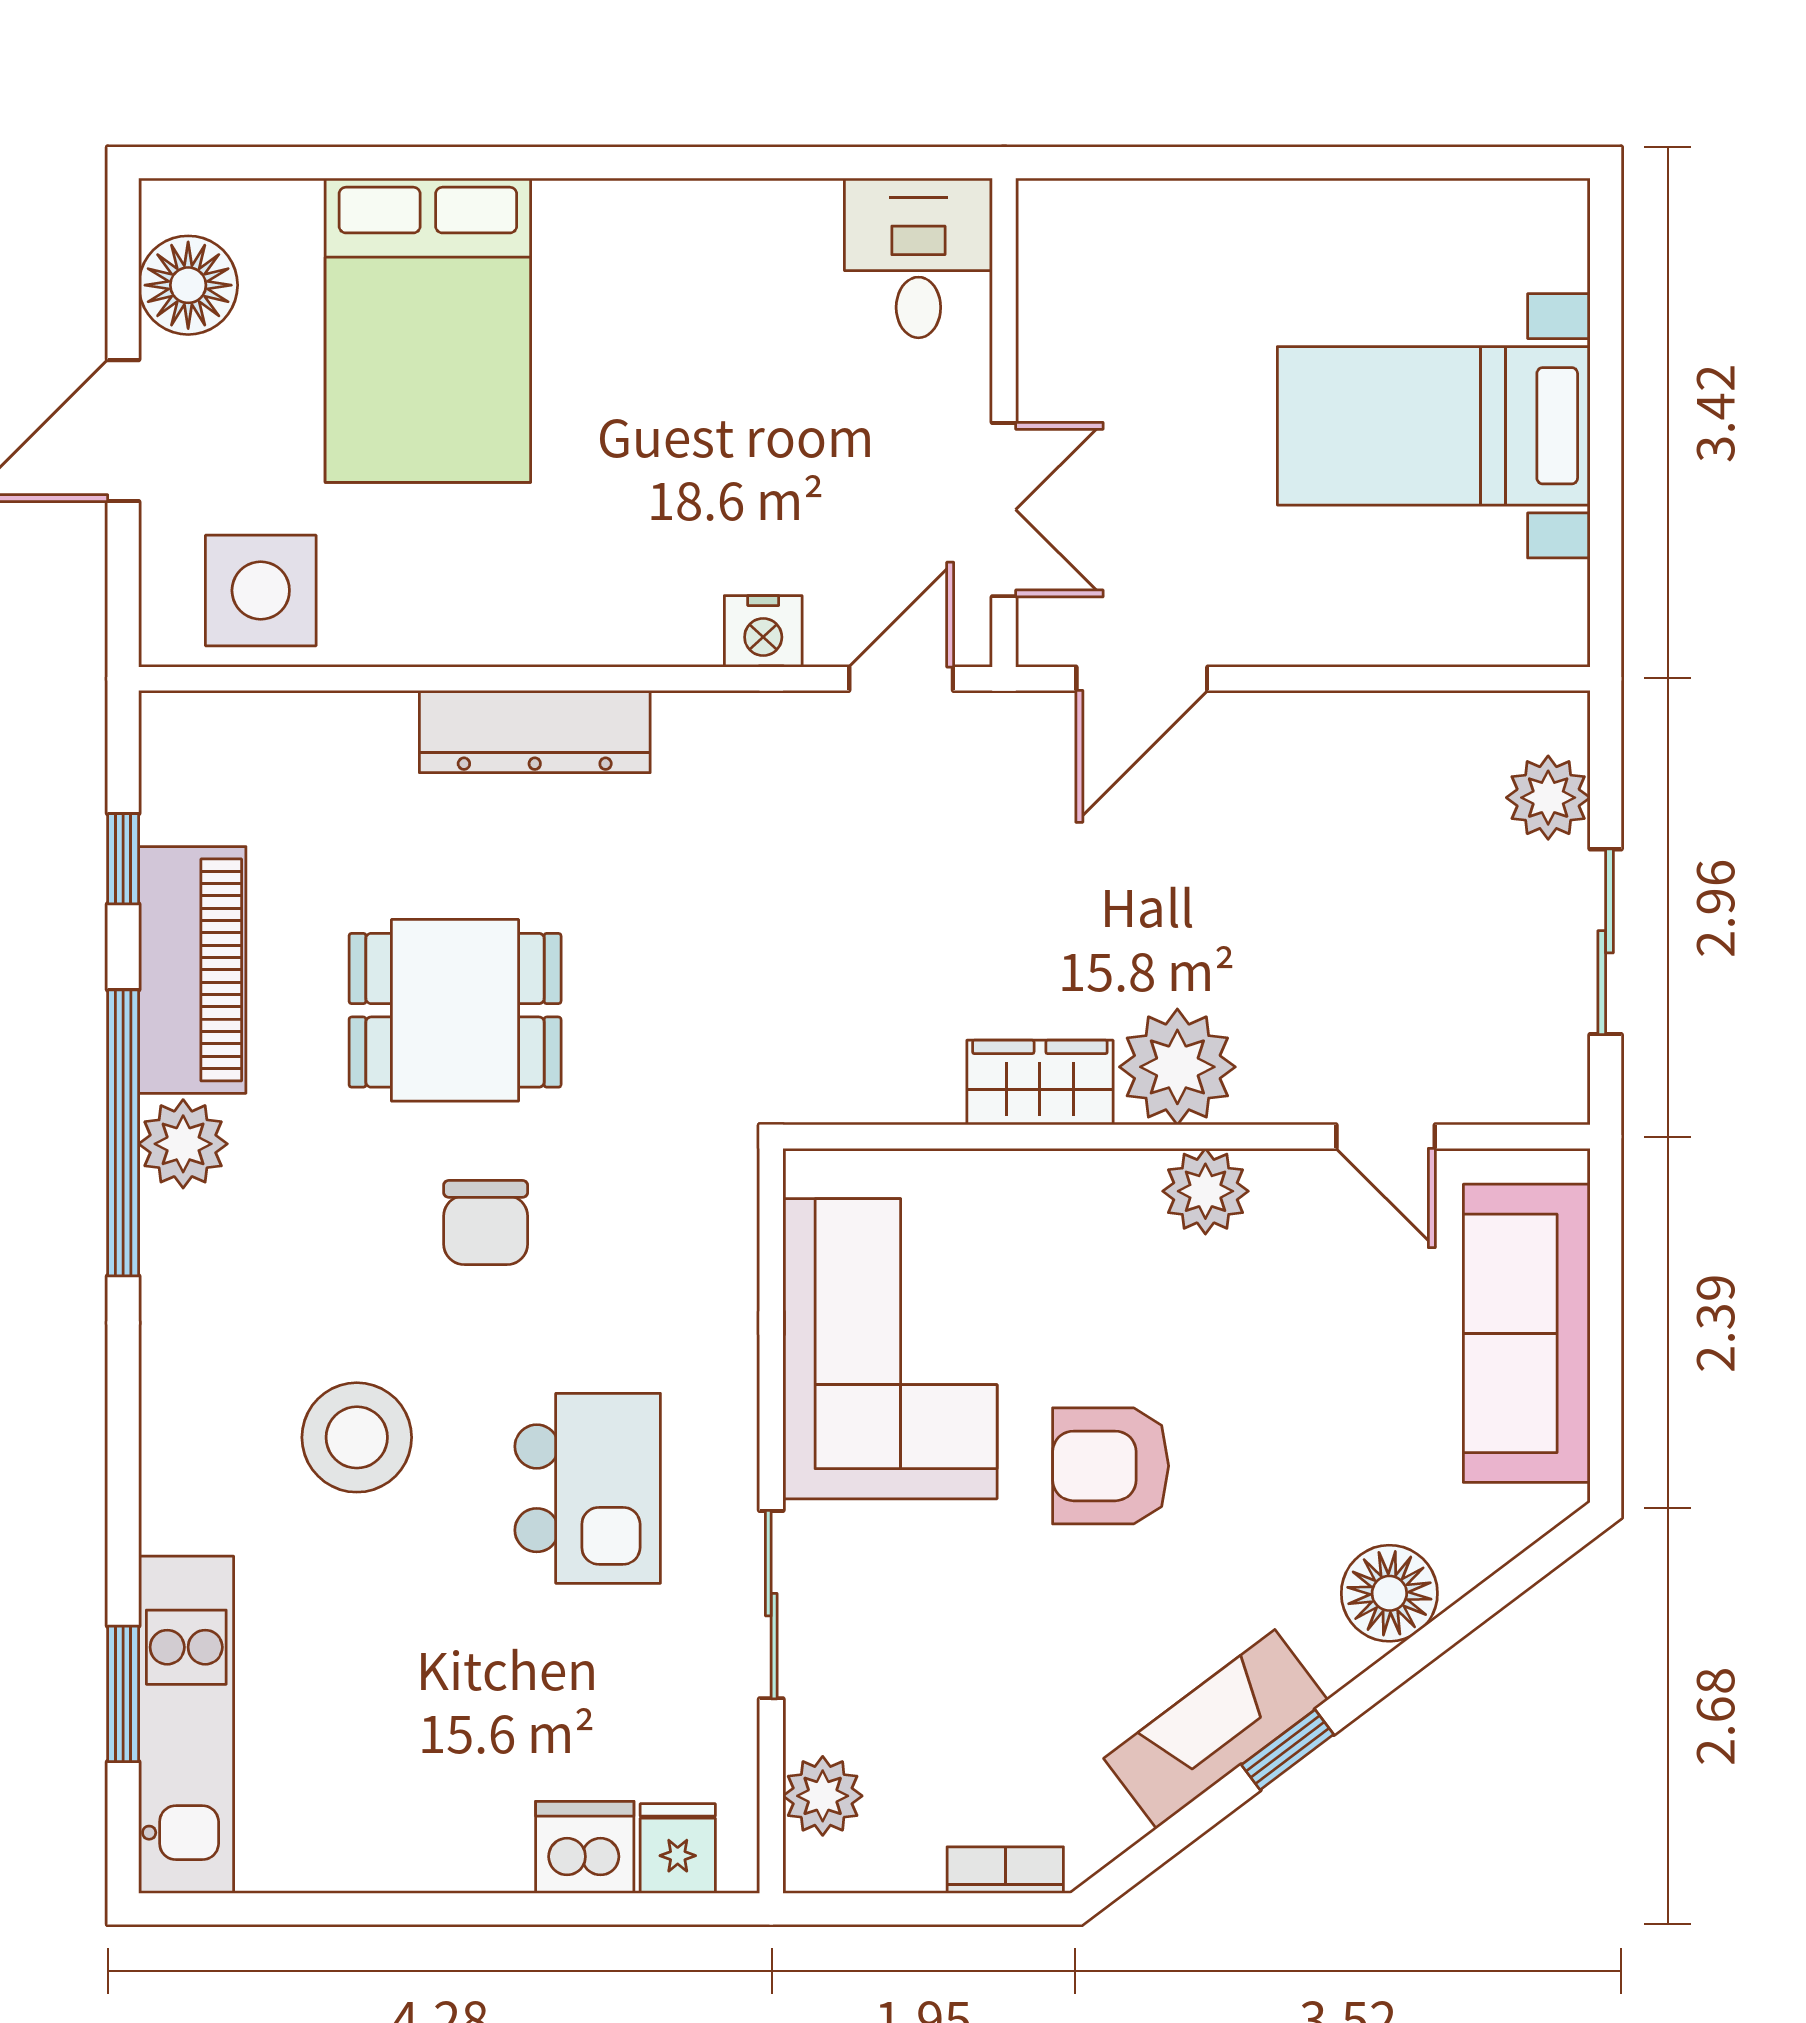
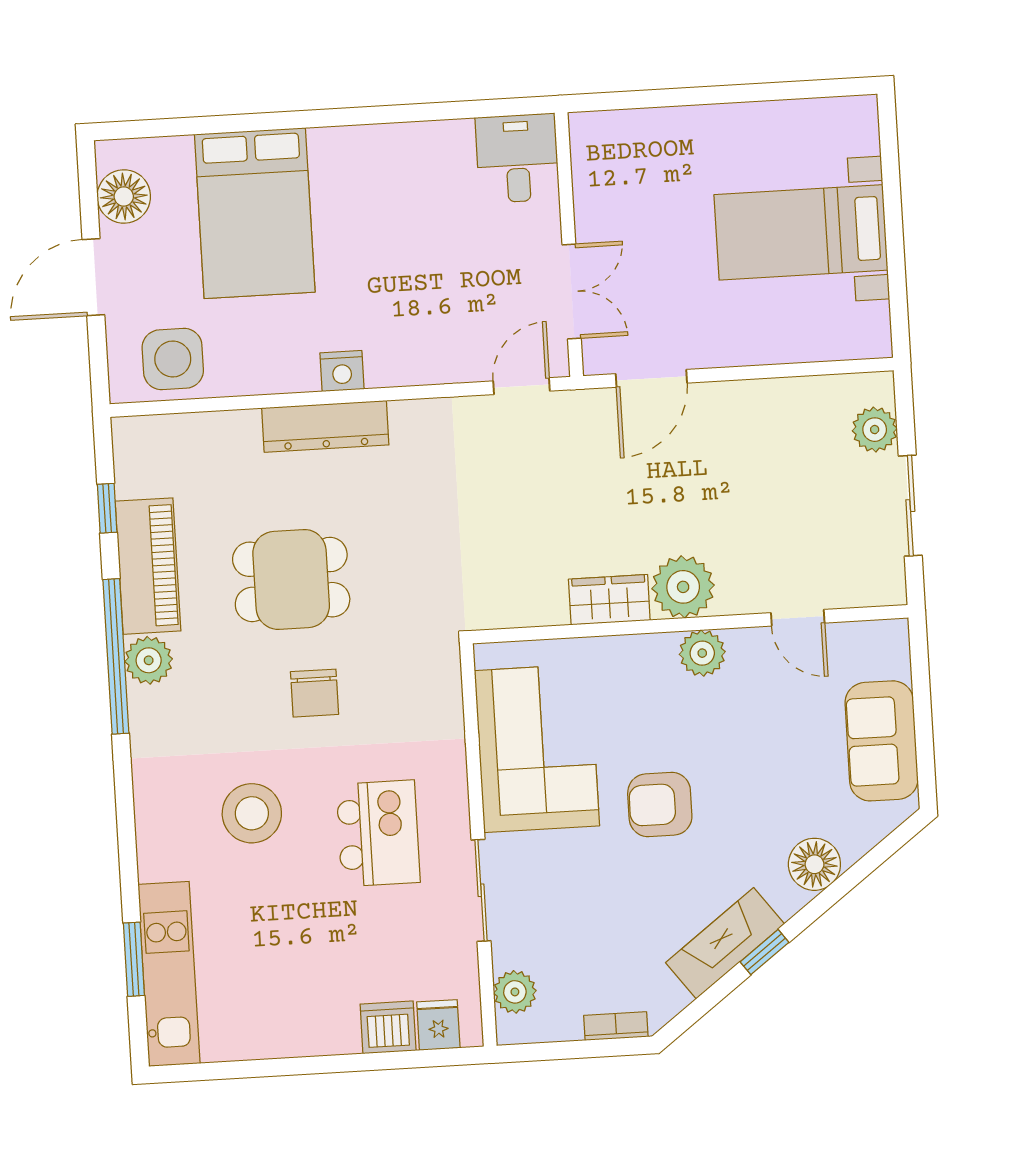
nightstand: (763, 631) -> (342, 371), moved
sofa: (1527, 1333) -> (882, 741), width x0.73

